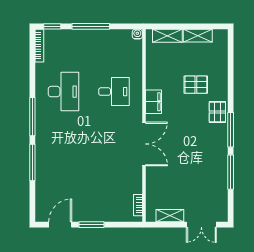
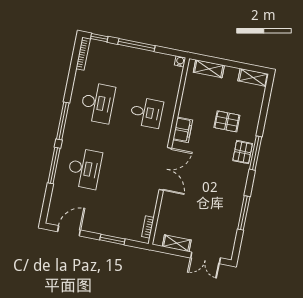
shelving: (198, 36) -> (253, 77), moved
window: (231, 130) -> (256, 153), moved
desk: (63, 159) -> (85, 168), added
window: (92, 225) -> (112, 239), moved

